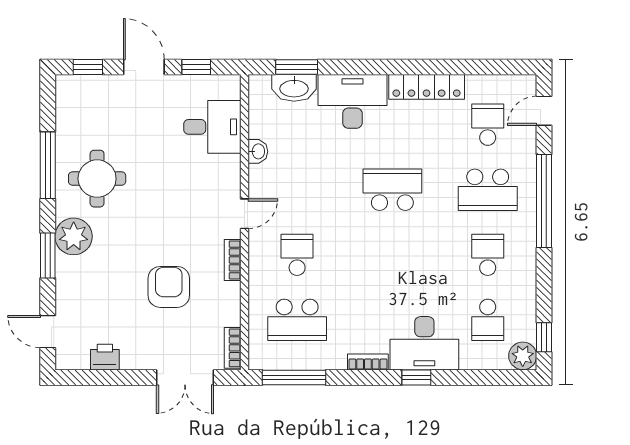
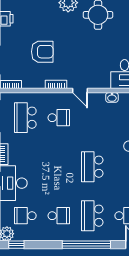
school desk: (392, 190) -> (92, 167), turned 180

